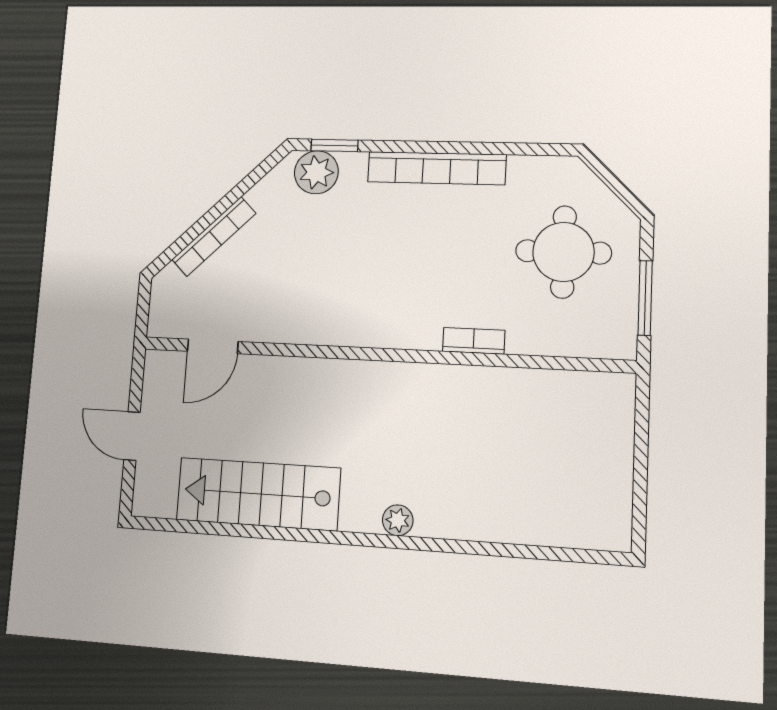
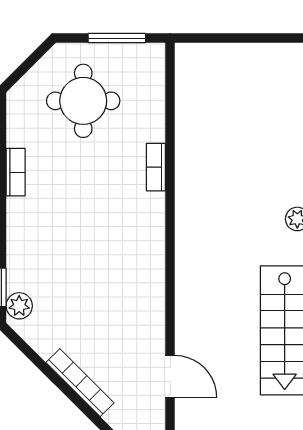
bookcase: (436, 168) -> (16, 172), width x0.43, depth x0.76
plant: (316, 172) -> (19, 306), width x0.73, depth x0.73

